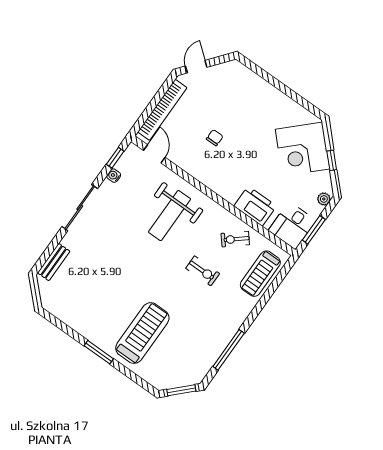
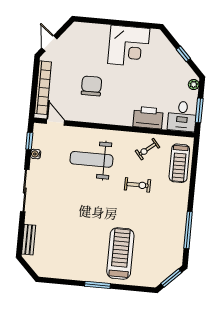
chair: (215, 138) -> (91, 86), width x1.87, depth x1.87
corner desk: (303, 149) -> (129, 46), moved, turned -46
weight bench: (170, 216) -> (91, 159), turned 90

